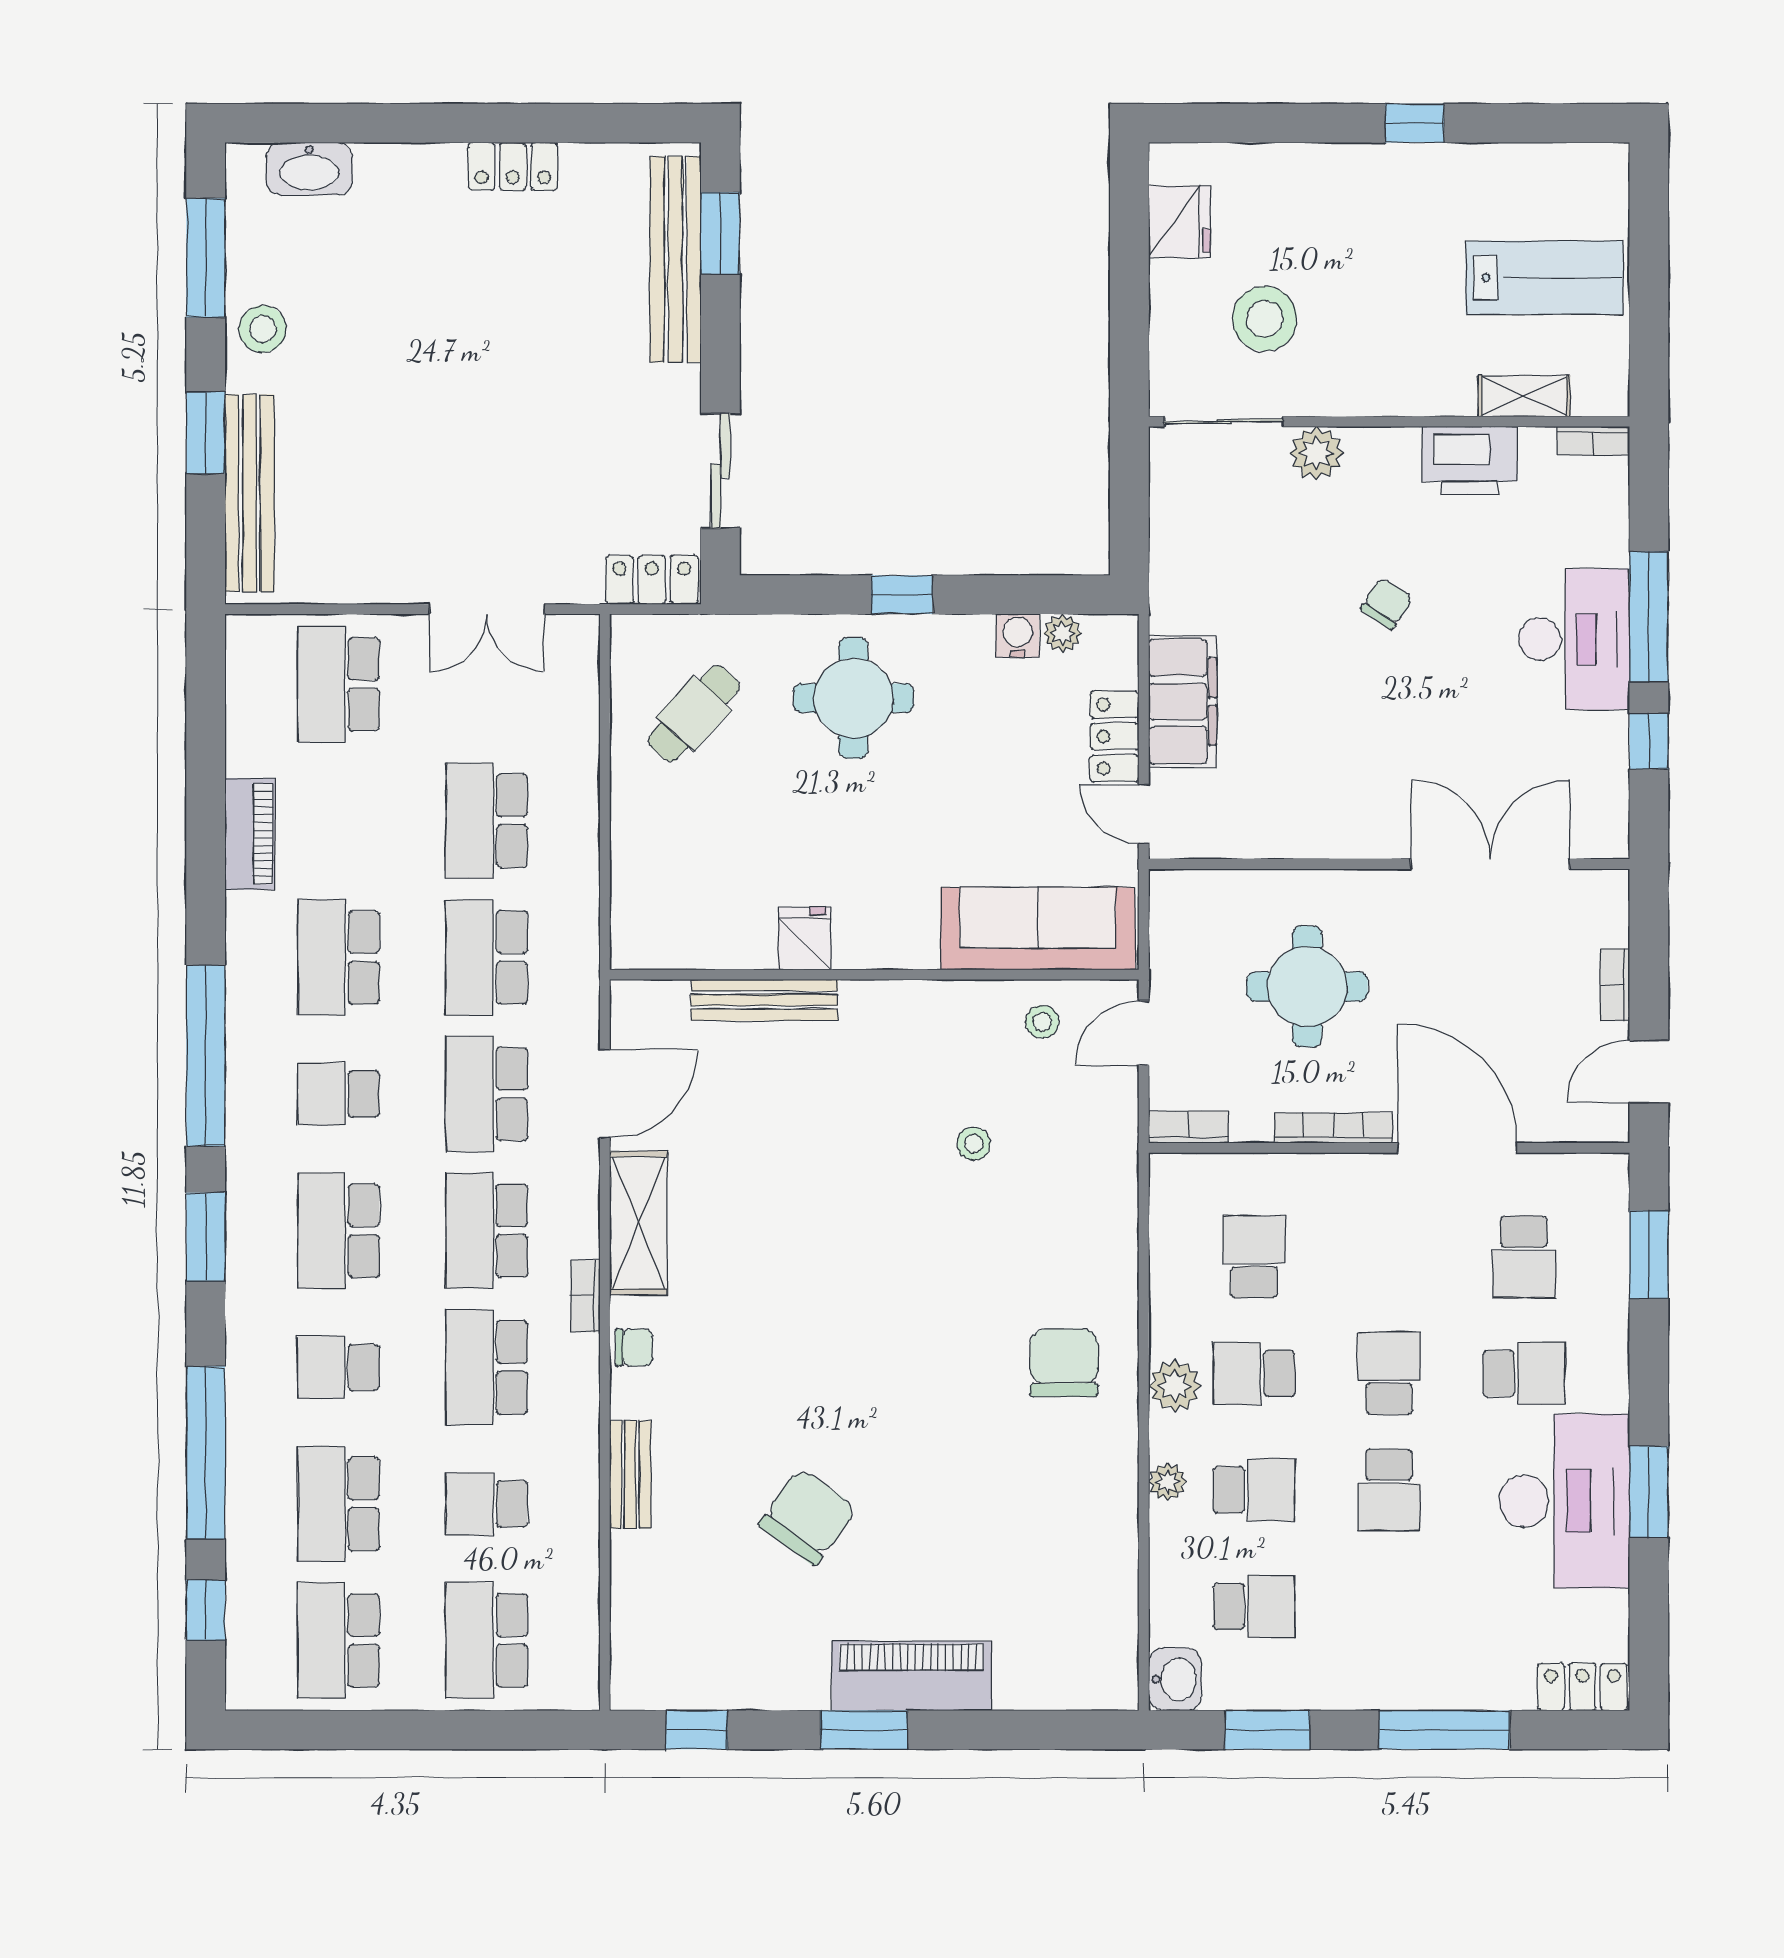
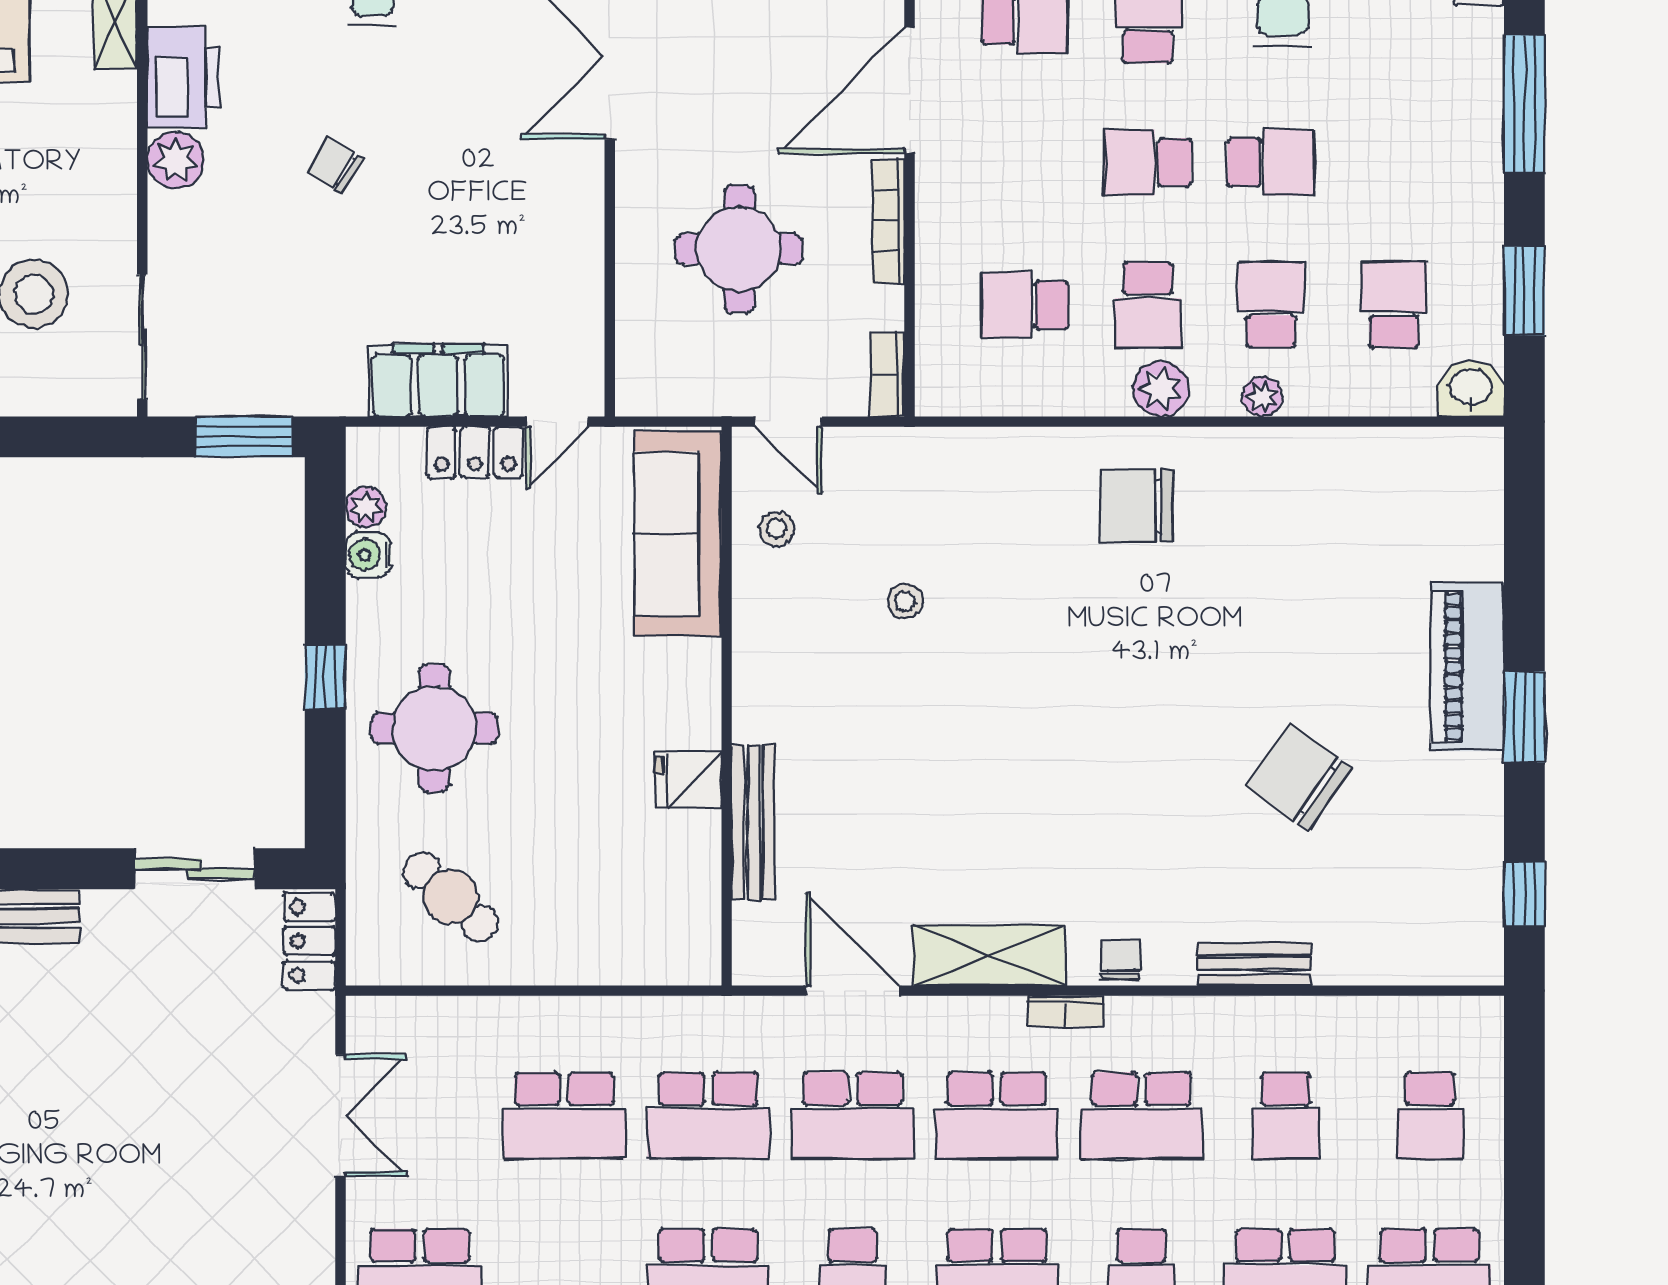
plant: (1316, 453) -> (176, 160), moved
window: (1129, 518) -> (244, 437), added
school desk: (487, 1640) -> (1430, 1116), width x0.54

